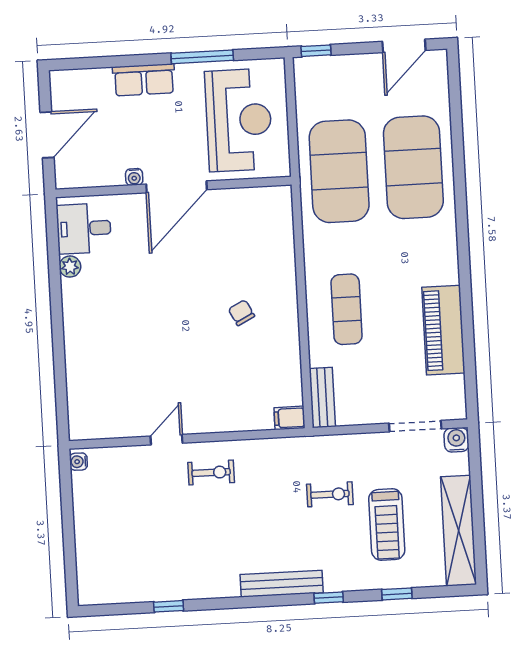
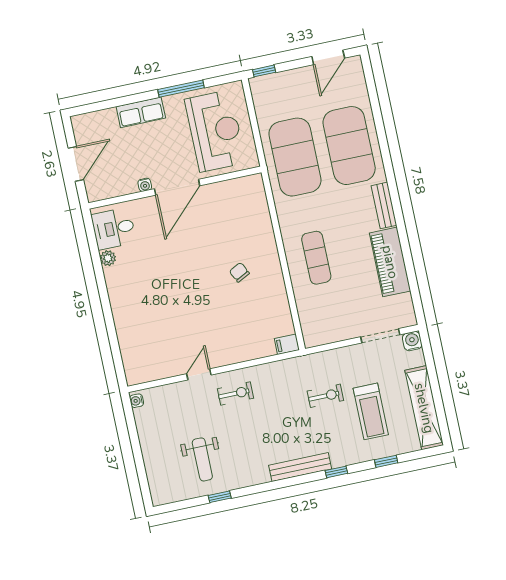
bench: (322, 397) -> (384, 205), moved
weight bench: (153, 553) -> (202, 459), added

